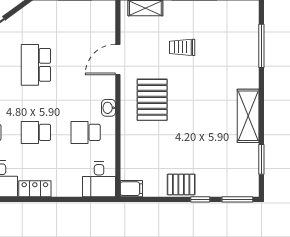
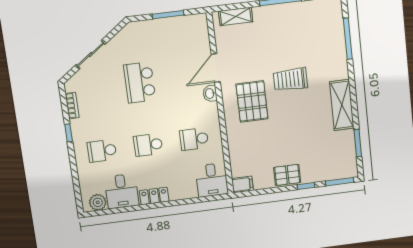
trolley: (182, 47) -> (290, 79), moved, width x1.36, depth x1.39
washbasin: (109, 108) -> (210, 93), moved

